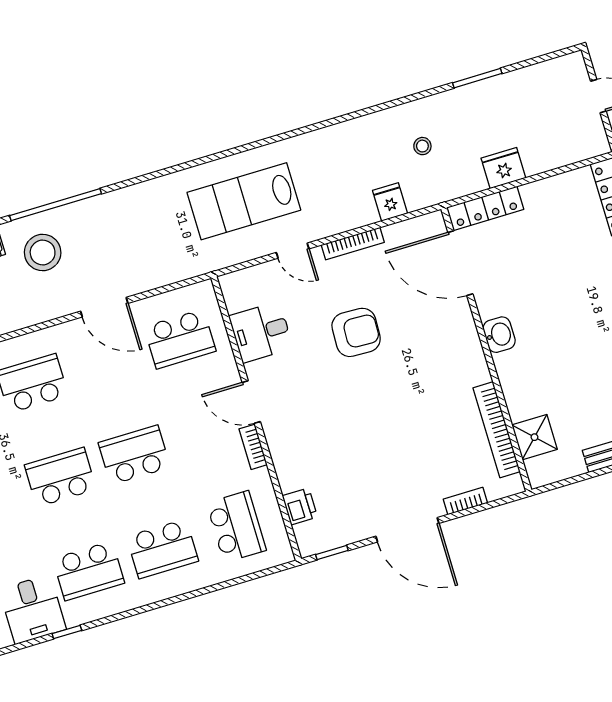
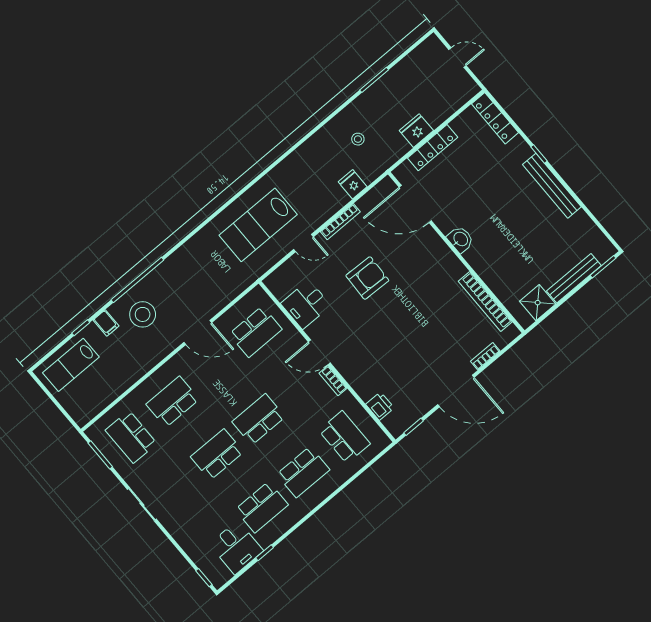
locker: (485, 208) -> (433, 148), moved
shower: (534, 437) -> (538, 303), moved

